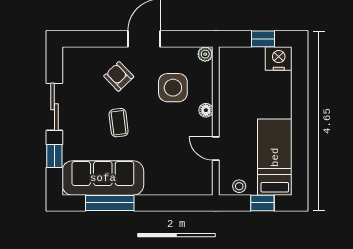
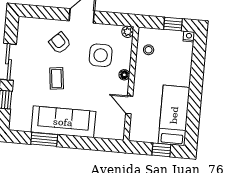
nightstand: (279, 58) -> (189, 37), width x0.53, depth x0.56
sofa: (103, 178) -> (63, 122), moved
stool: (239, 186) -> (149, 50), moved
window: (110, 203) -> (44, 139), width x0.69

